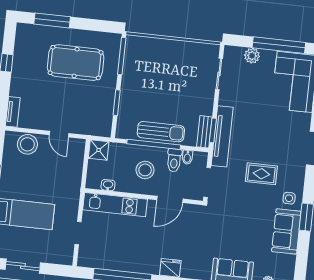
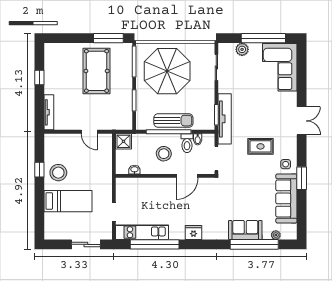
window: (52, 20) -> (108, 38), moved
pool table: (76, 63) -> (97, 71), turned 90
parasol: (160, 72) -> (167, 71), added
tv unit: (13, 112) -> (49, 112), width x1.41
bench: (204, 132) -> (210, 117), removed
stool: (27, 144) -> (58, 173), moved
kitchen unit: (115, 205) -> (142, 232), moved, turned 180
sofa: (286, 231) -> (286, 198), width x1.36
sliding door: (23, 266) -> (86, 244), moved

